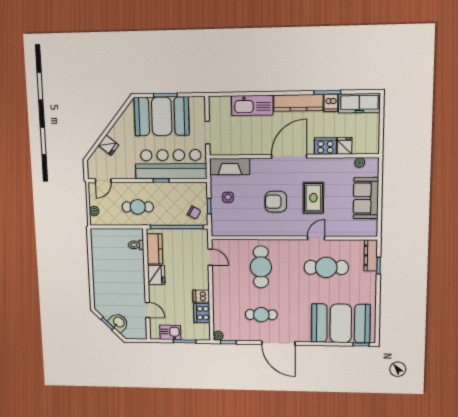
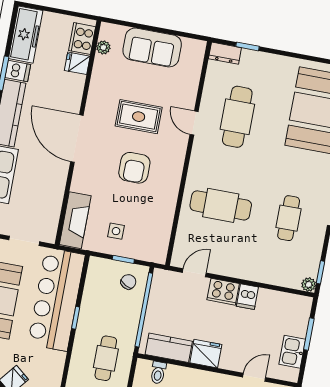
cooker: (325, 146) -> (82, 39), moved
dresser: (371, 255) -> (225, 53), width x0.70
cooker: (202, 313) -> (223, 292), moved

